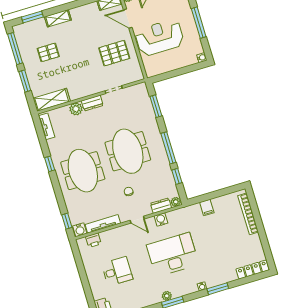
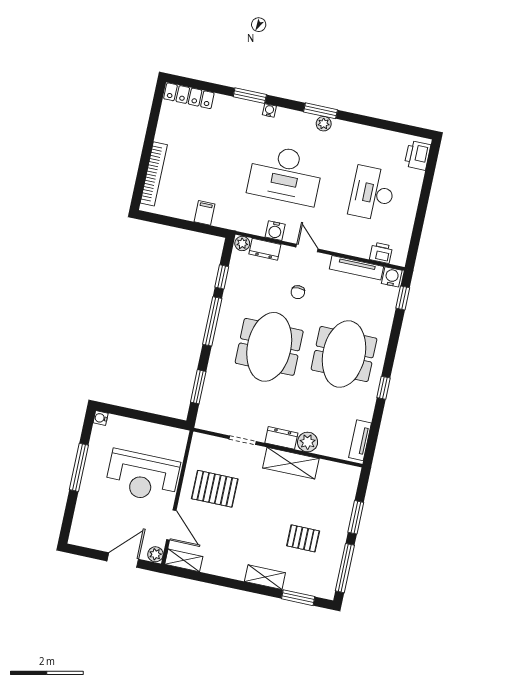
shelving: (52, 100) -> (291, 463), moved
desk: (117, 271) -> (372, 193), width x1.37

